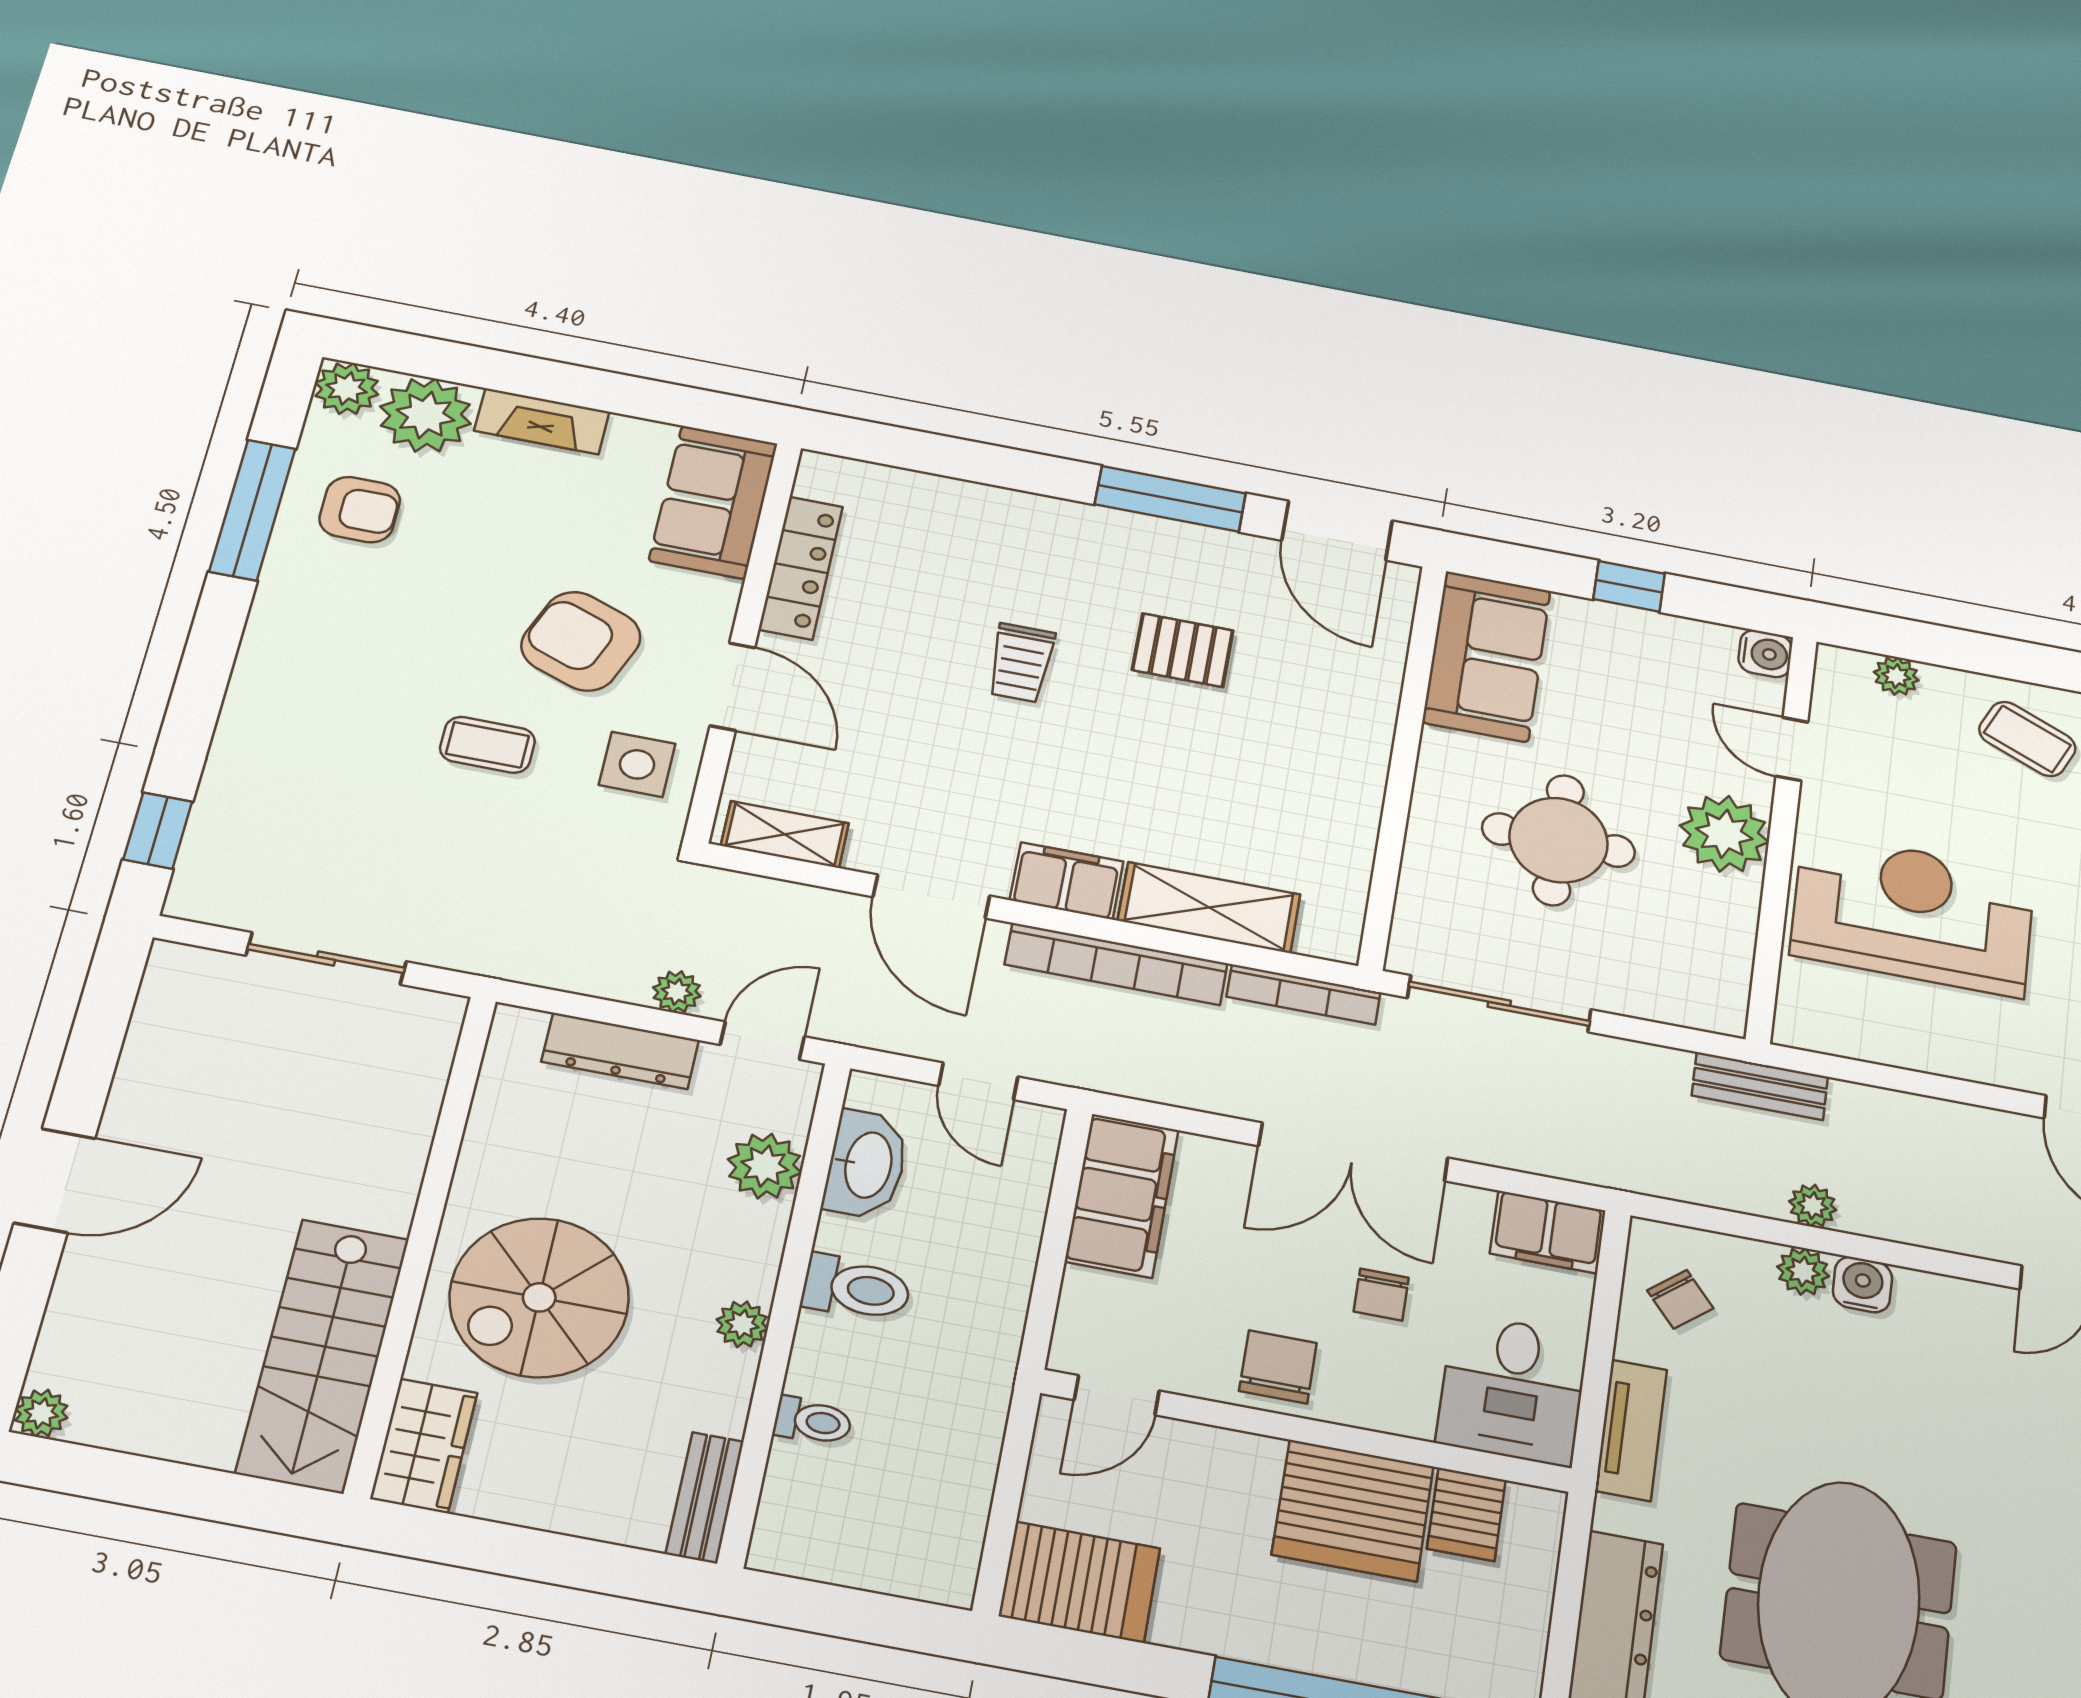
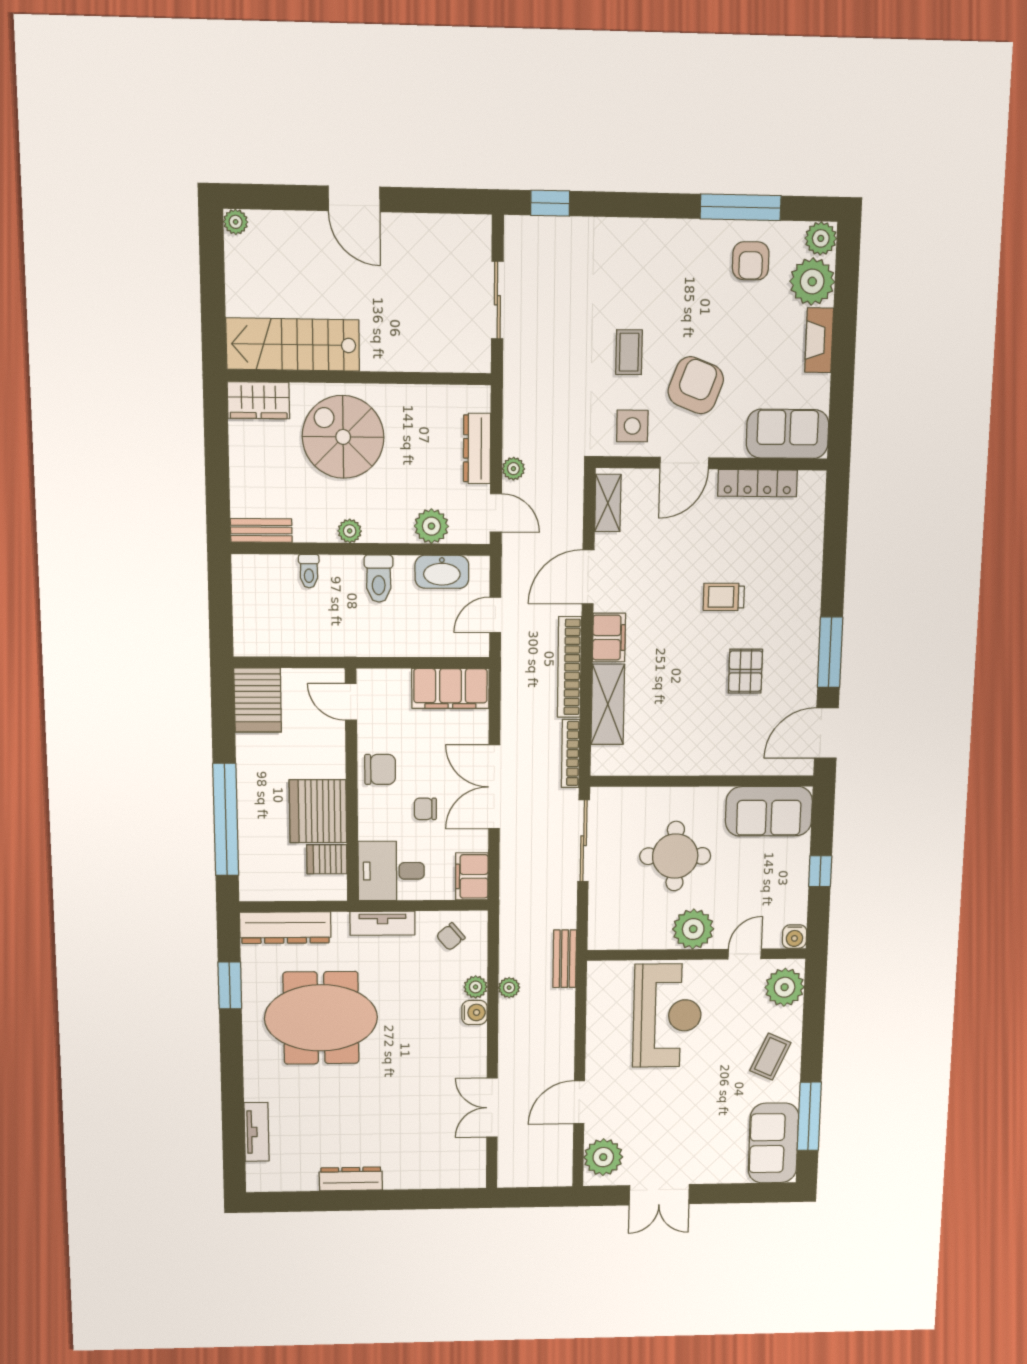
plant: (1896, 676) -> (785, 987), width x1.87, depth x1.87

